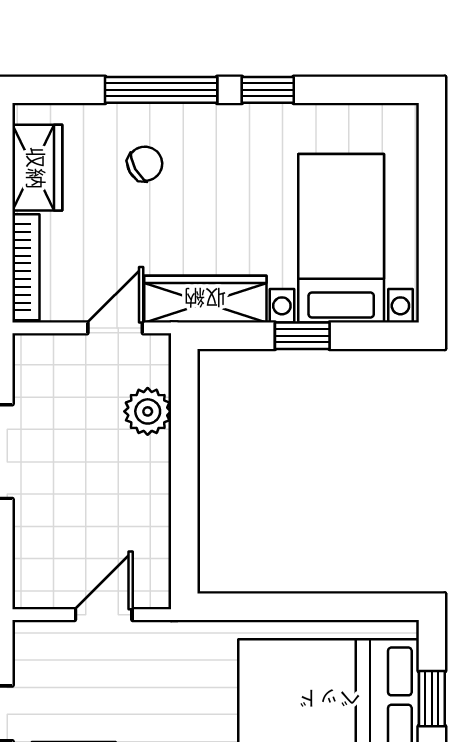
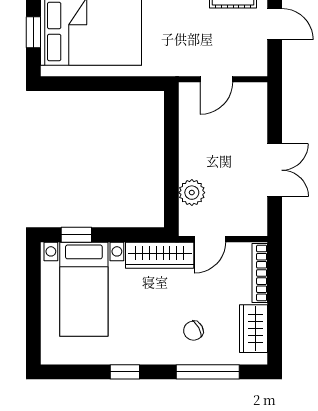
window: (161, 90) -> (208, 372), moved
window: (302, 336) -> (76, 235), moved

